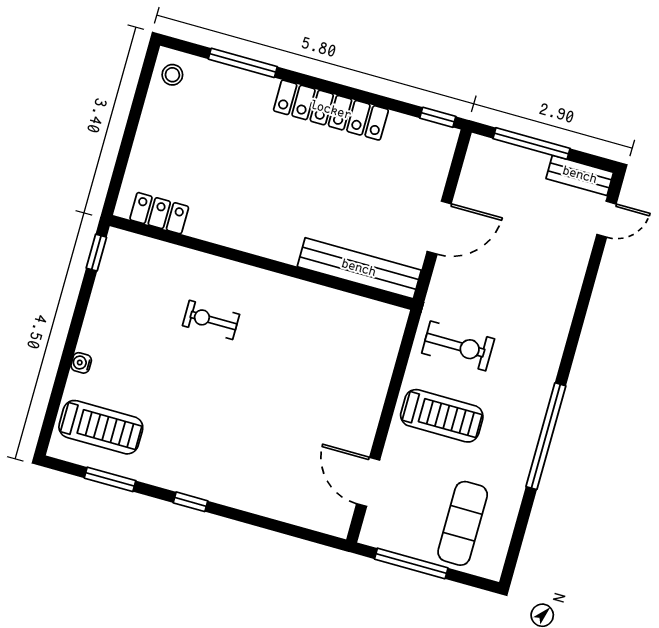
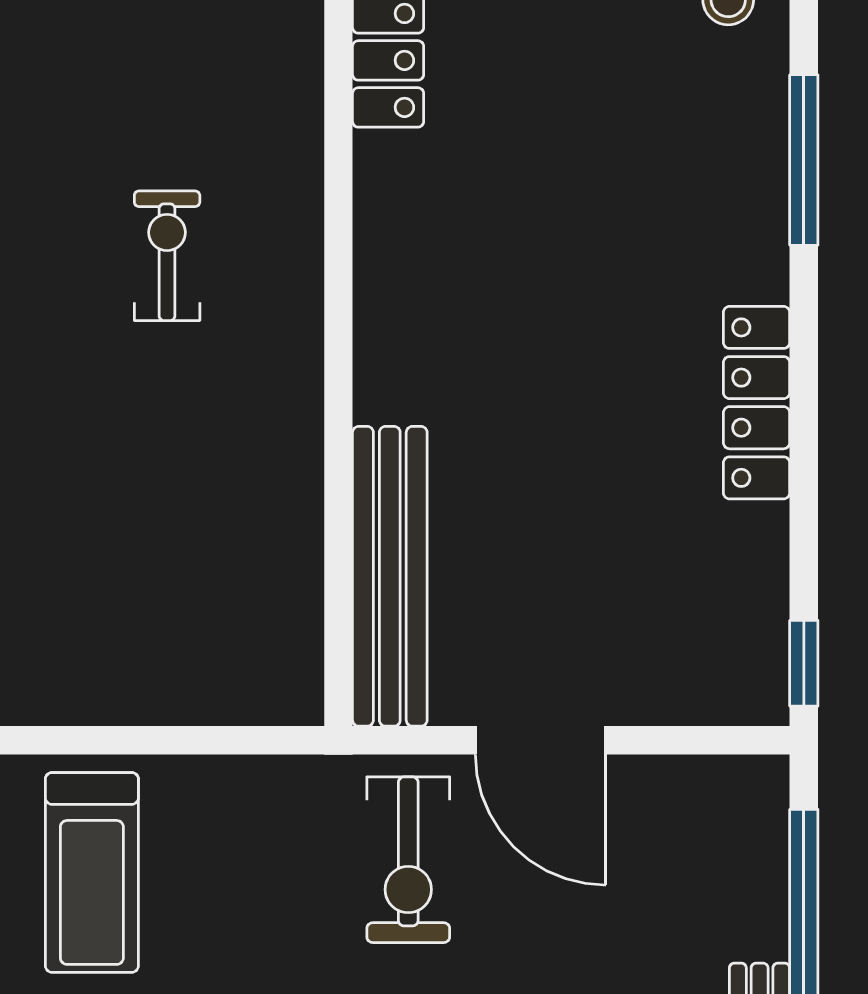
locker: (331, 110) -> (757, 403), width x0.71, depth x0.83
exercise bike: (458, 346) -> (408, 860), moved

